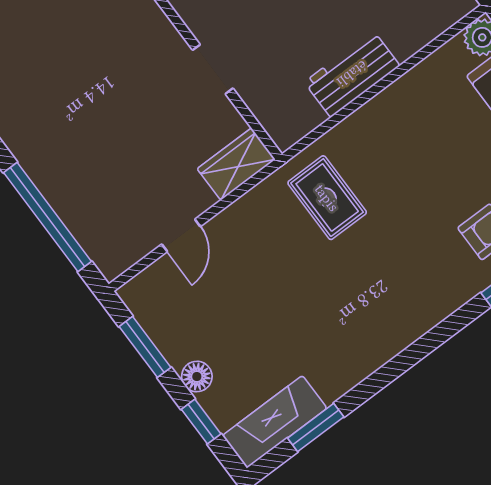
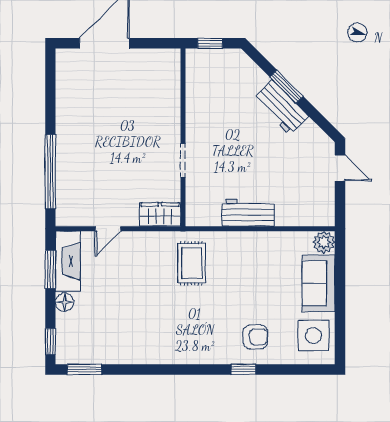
window: (201, 422) -> (50, 342), moved
fireplace: (275, 422) -> (68, 261), moved, turned 90
window: (316, 428) -> (84, 369), moved

